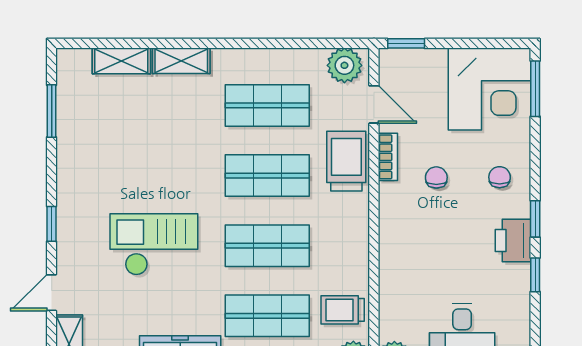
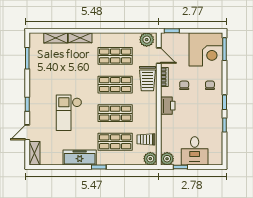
trolley: (346, 161) -> (147, 79), turned 180
printer: (513, 241) -> (168, 106), moved, turned 180
checkout: (154, 244) -> (69, 113), turned -90

